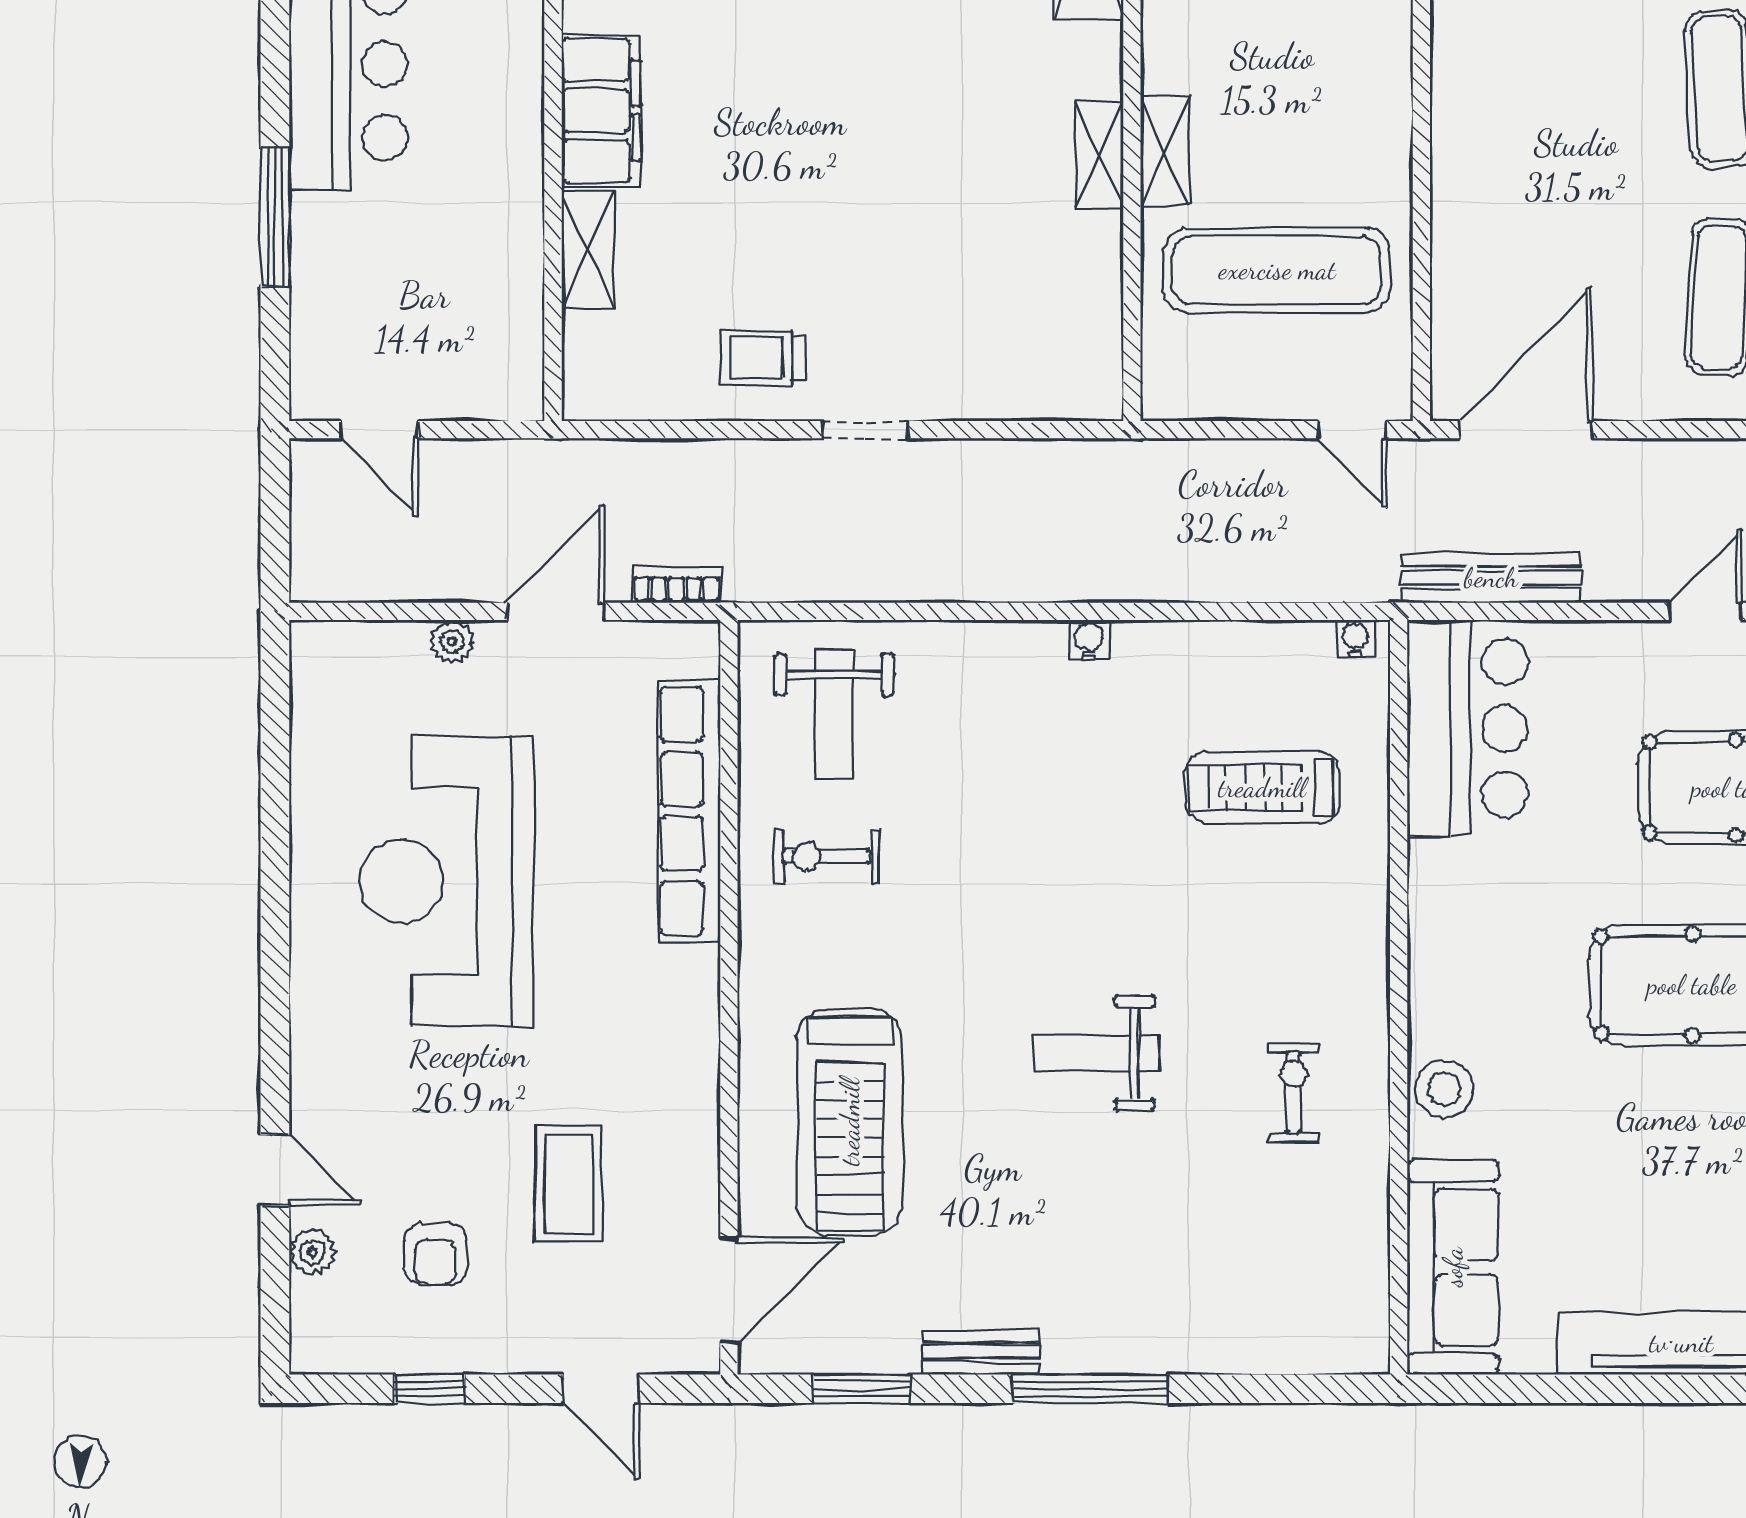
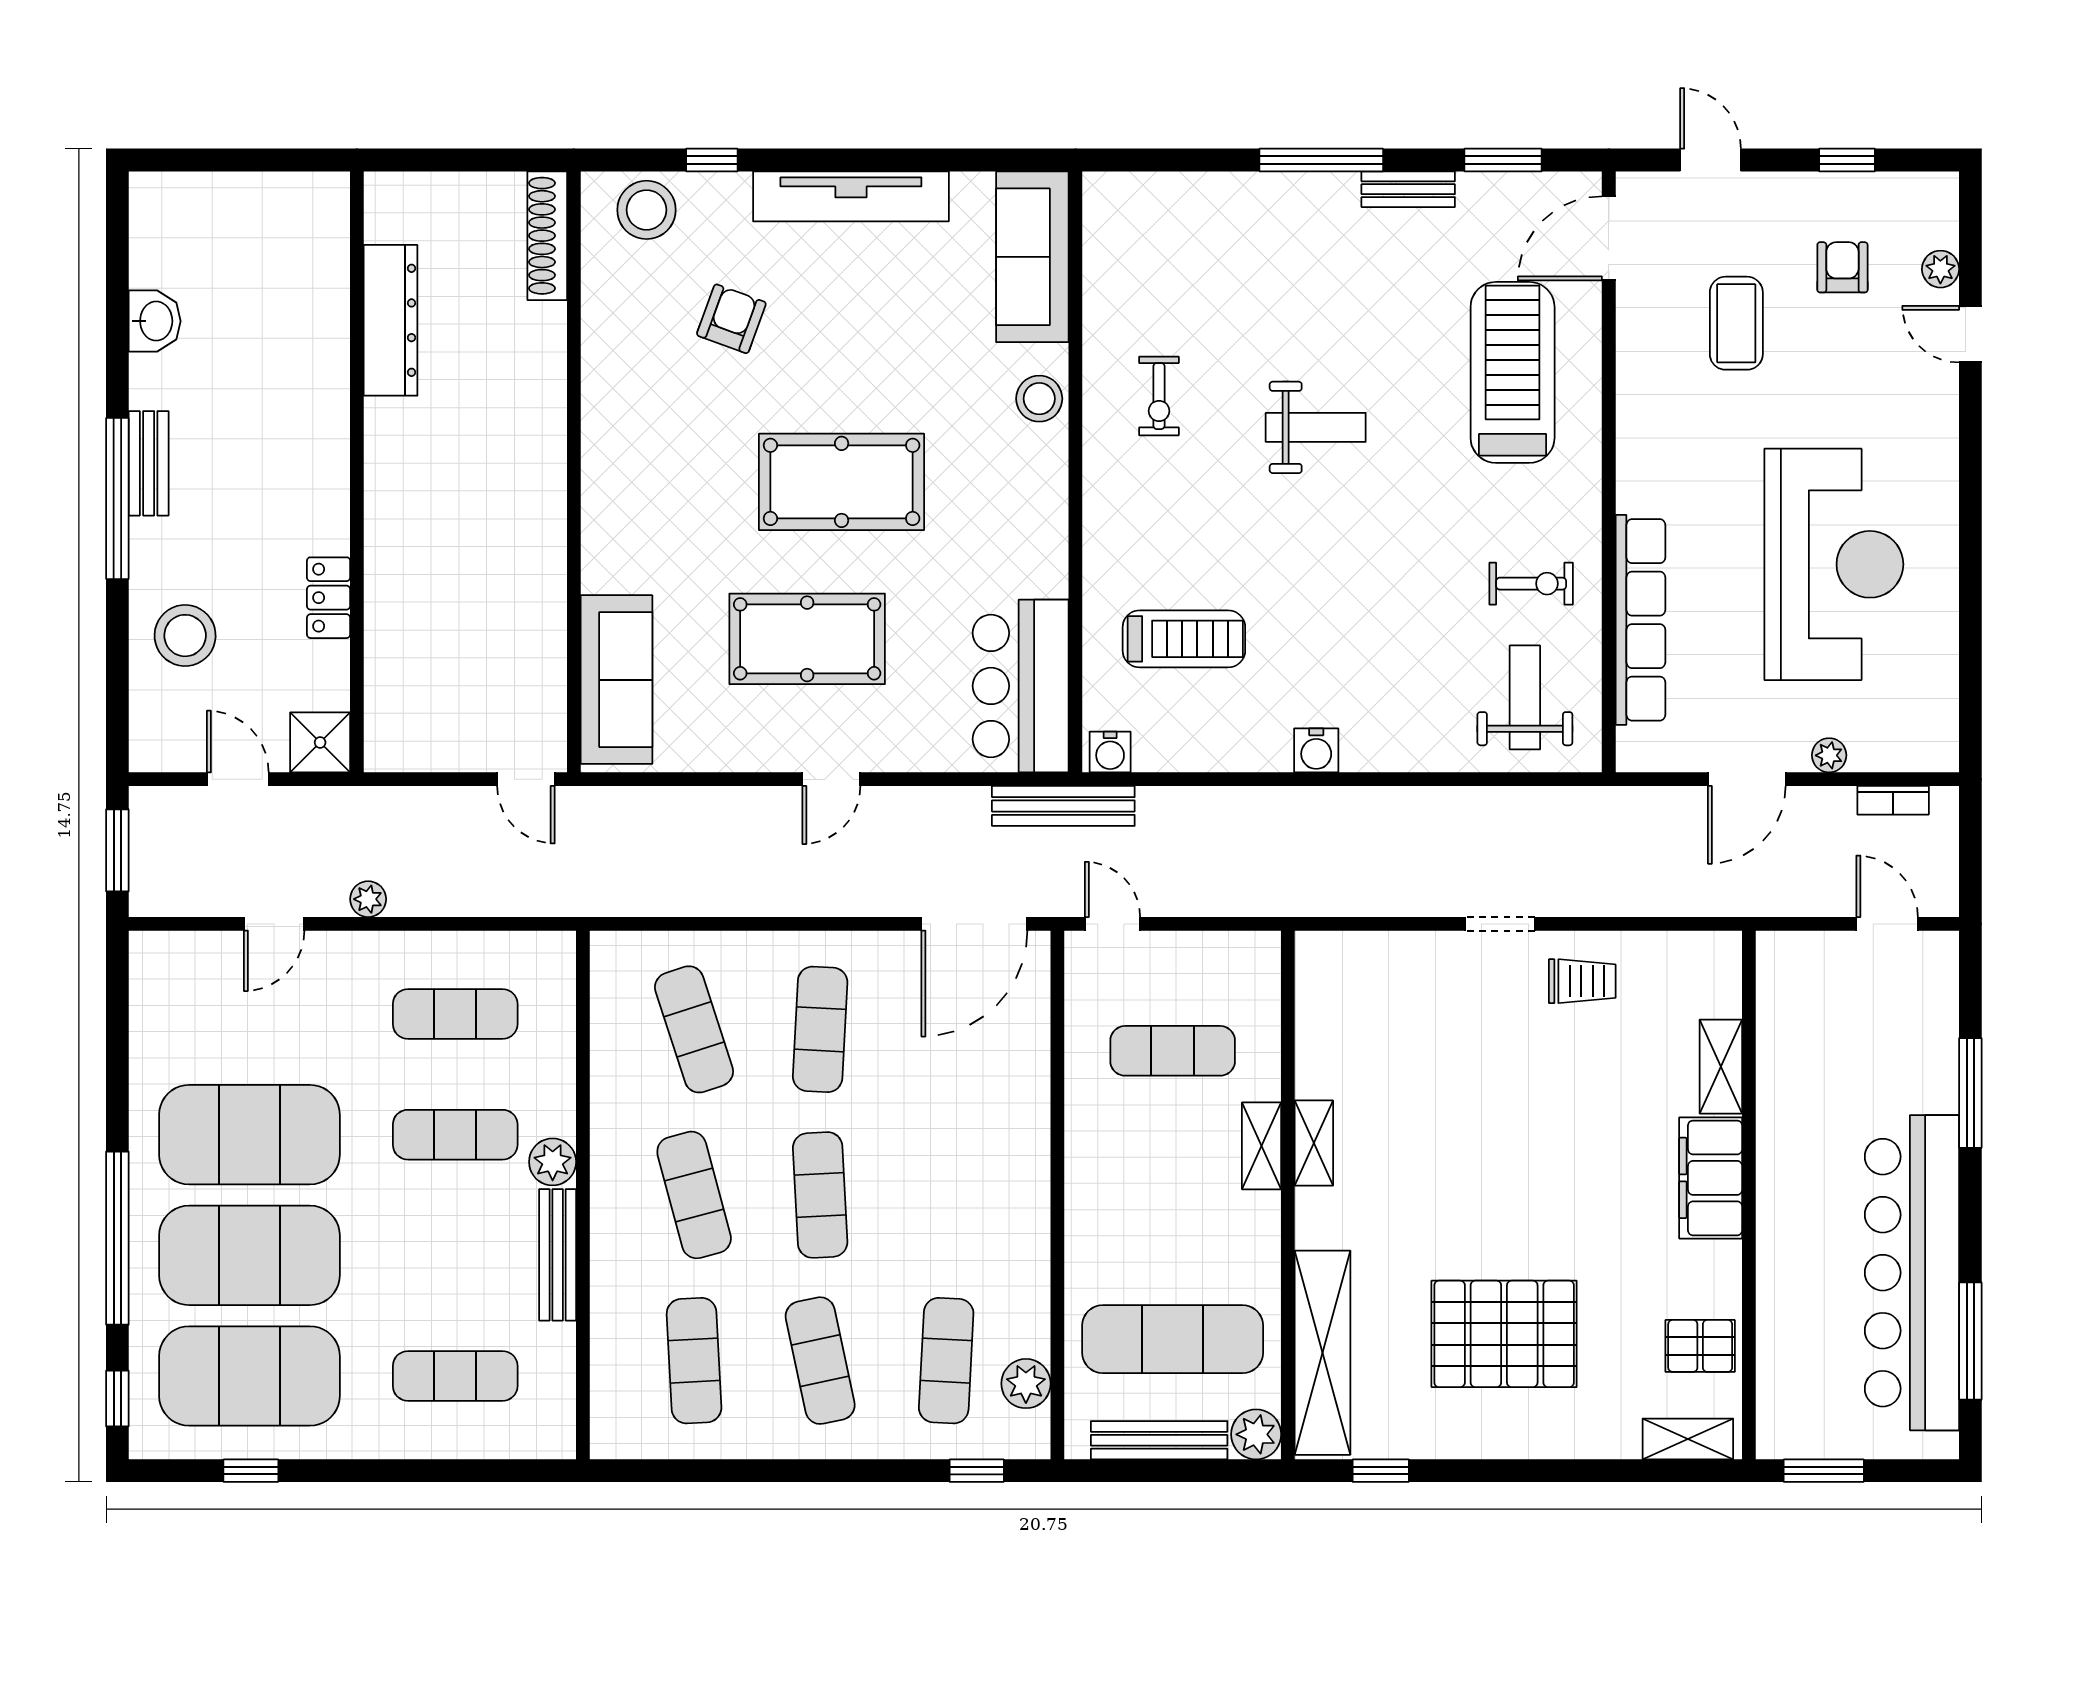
exercise mat: (1277, 270) -> (1173, 1051), width x0.73, depth x0.69
bench: (1491, 578) -> (1063, 806), moved
bookcase: (676, 585) -> (1893, 800), moved
water cooler: (1355, 638) -> (1110, 752), width x1.38, depth x1.38
water cooler: (1089, 640) -> (1316, 750), width x1.38, depth x1.38

